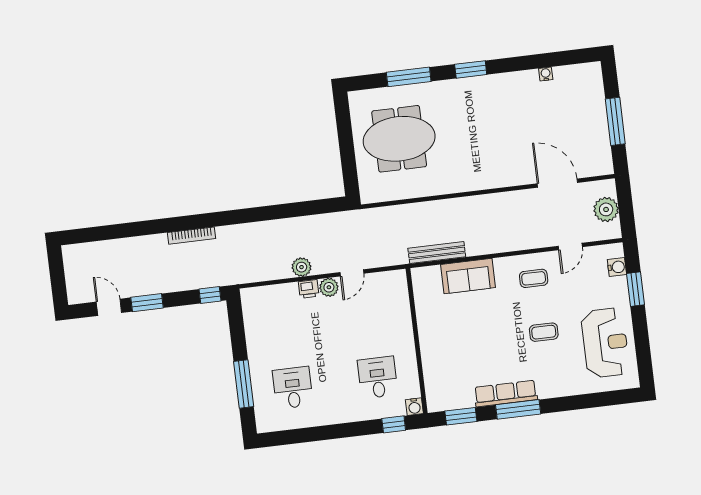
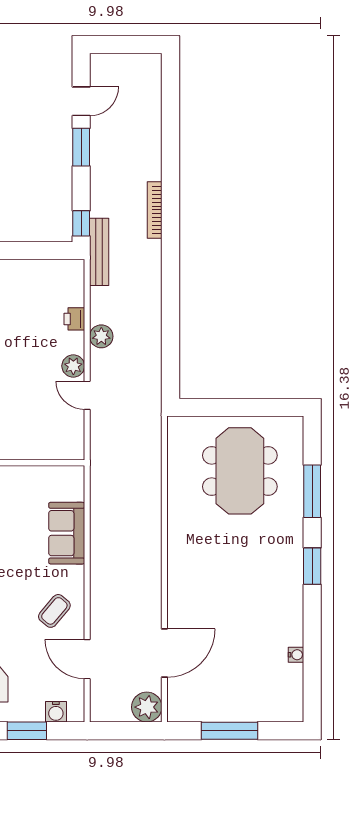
plant: (606, 209) -> (147, 707), moved
door: (570, 246) -> (87, 659), width x1.38
bench: (437, 253) -> (99, 252), moved
coffee table: (534, 278) -> (54, 611), turned 40
printer: (309, 289) -> (74, 319), moved

